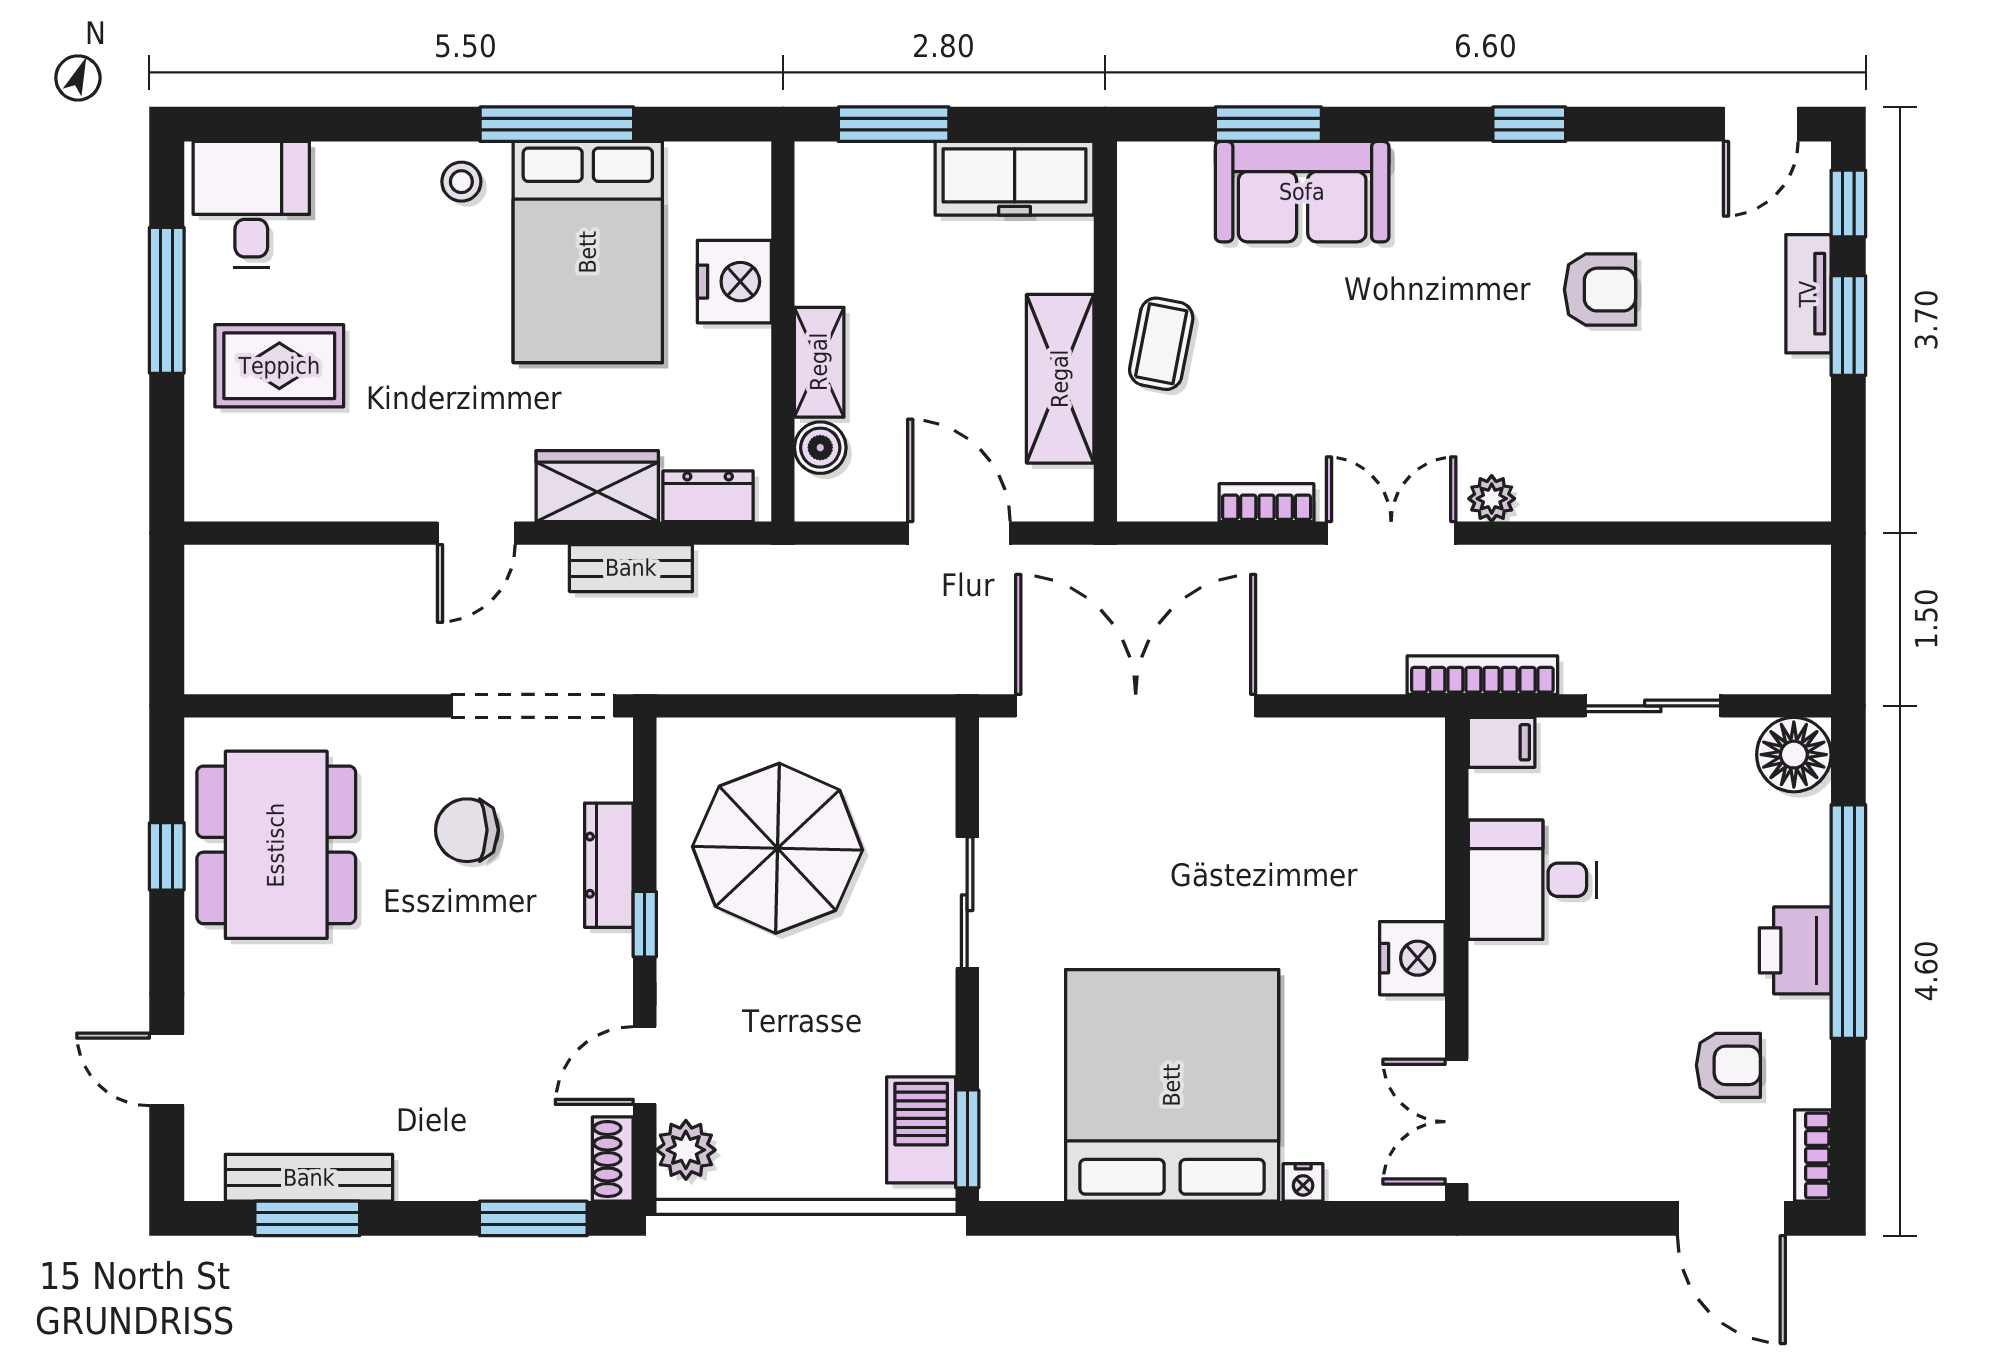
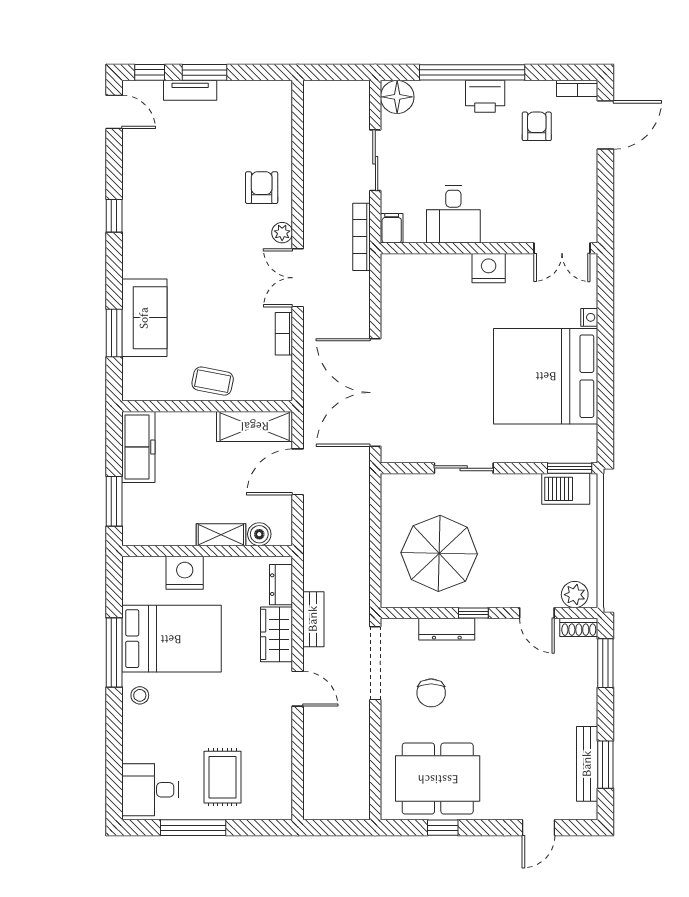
armchair: (1600, 290) -> (262, 188), moved
shelving: (1060, 379) -> (255, 426), moved

